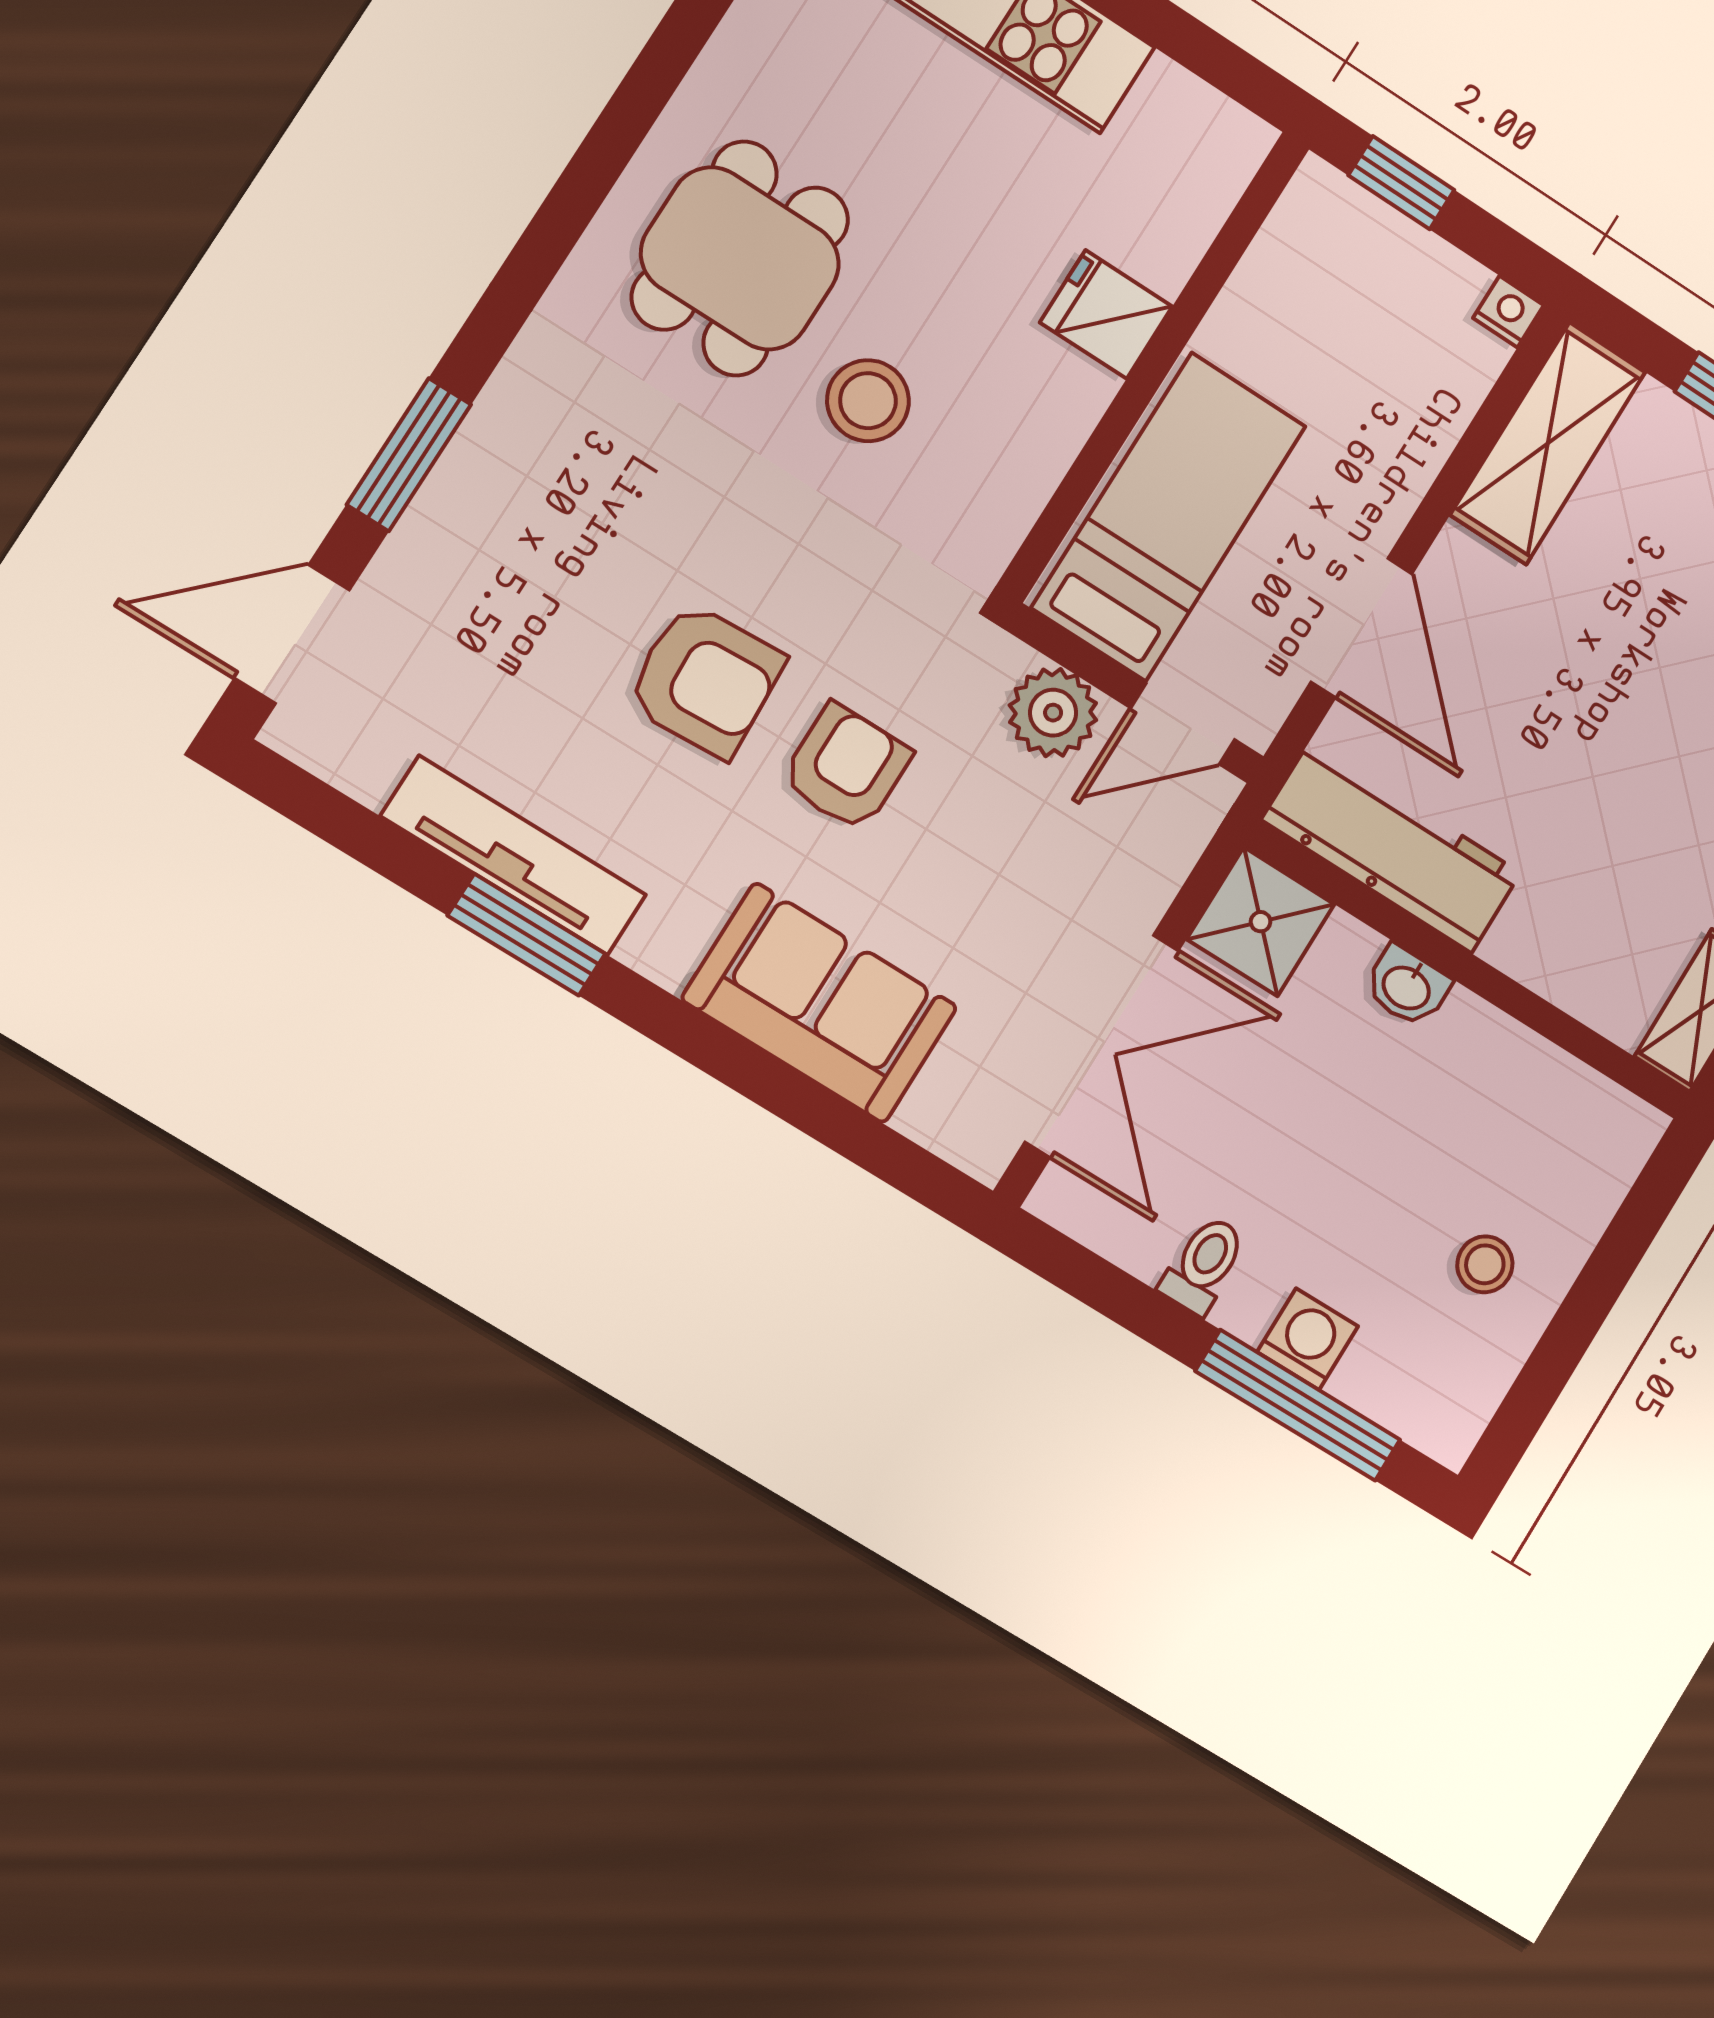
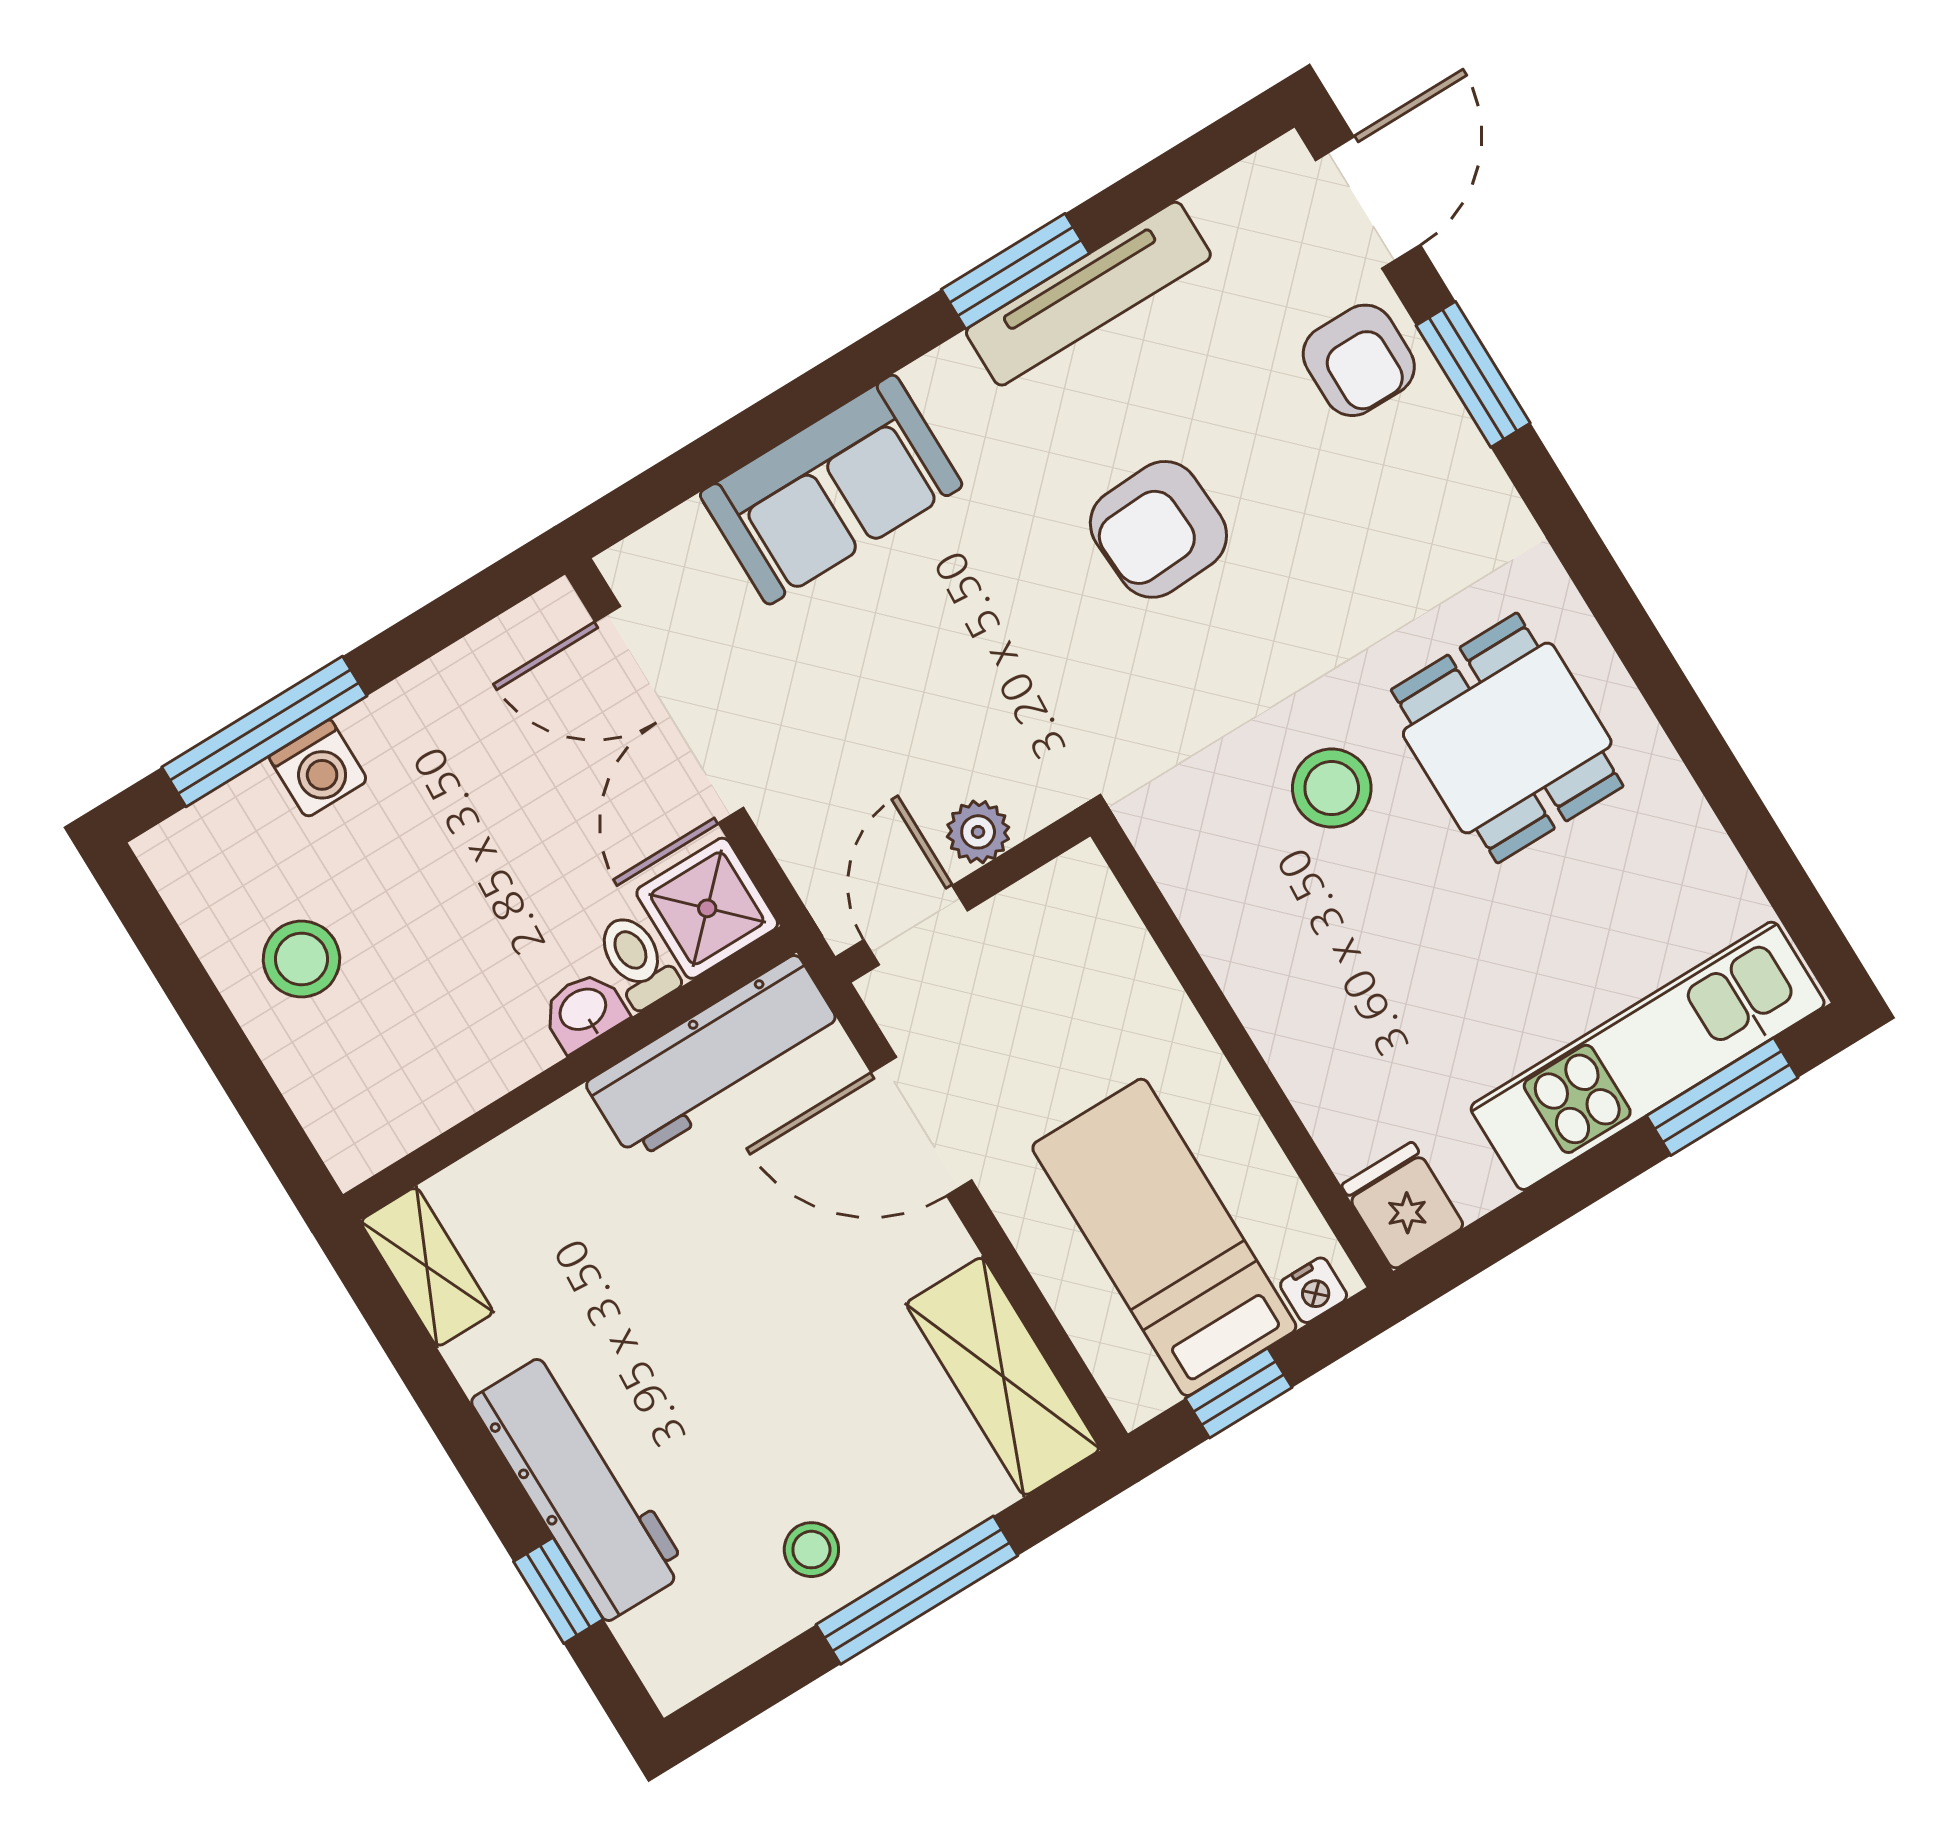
window: (1401, 183) -> (1239, 1393), moved
nightstand: (1509, 312) -> (1314, 1290), moved
fridge: (1106, 314) -> (1403, 1206), moved, turned -90
bed: (1169, 517) -> (1164, 1237), moved, turned 180
plant: (1053, 713) -> (978, 832), width x0.73, depth x0.73
armchair: (846, 767) -> (1359, 360), moved
stool: (1485, 1264) -> (302, 959), width x1.37, depth x1.37
toilet: (1203, 1265) -> (637, 961), moved, turned 180

